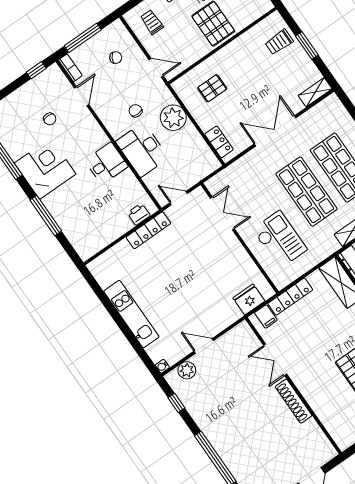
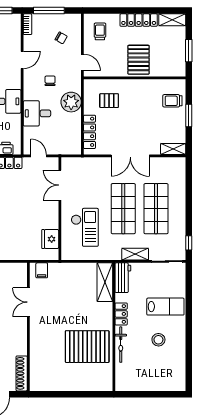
door: (82, 96) -> (22, 60), moved
double door: (275, 131) -> (130, 156), swing flipped
locker: (219, 142) -> (89, 132), width x1.53
desk: (142, 150) -> (37, 113), width x0.73
double door: (222, 213) -> (60, 185), swing flipped
locker: (290, 297) -> (66, 269), removed
fridge: (249, 299) -> (50, 239), moved, turned -90
shoe rack: (294, 401) -> (22, 373), moved

